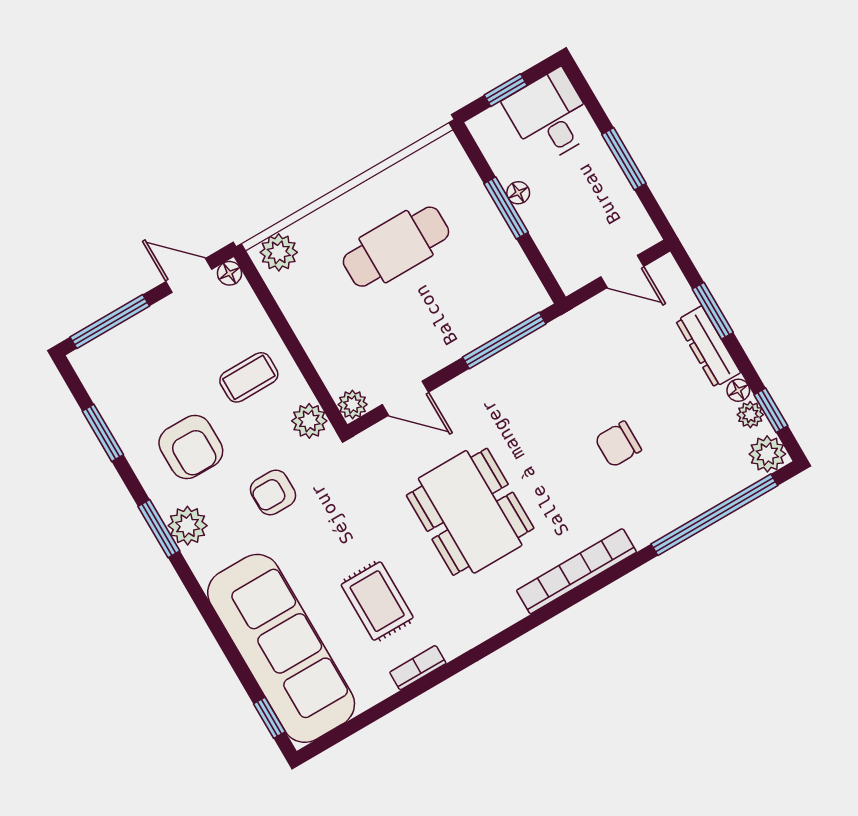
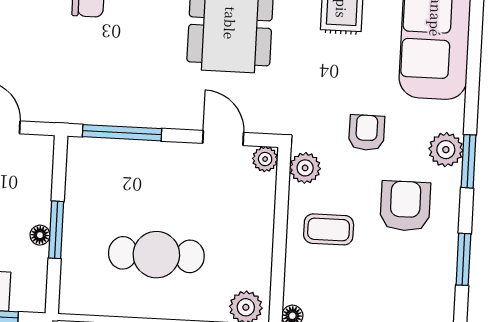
armchair: (273, 492) -> (367, 133), turned -90

